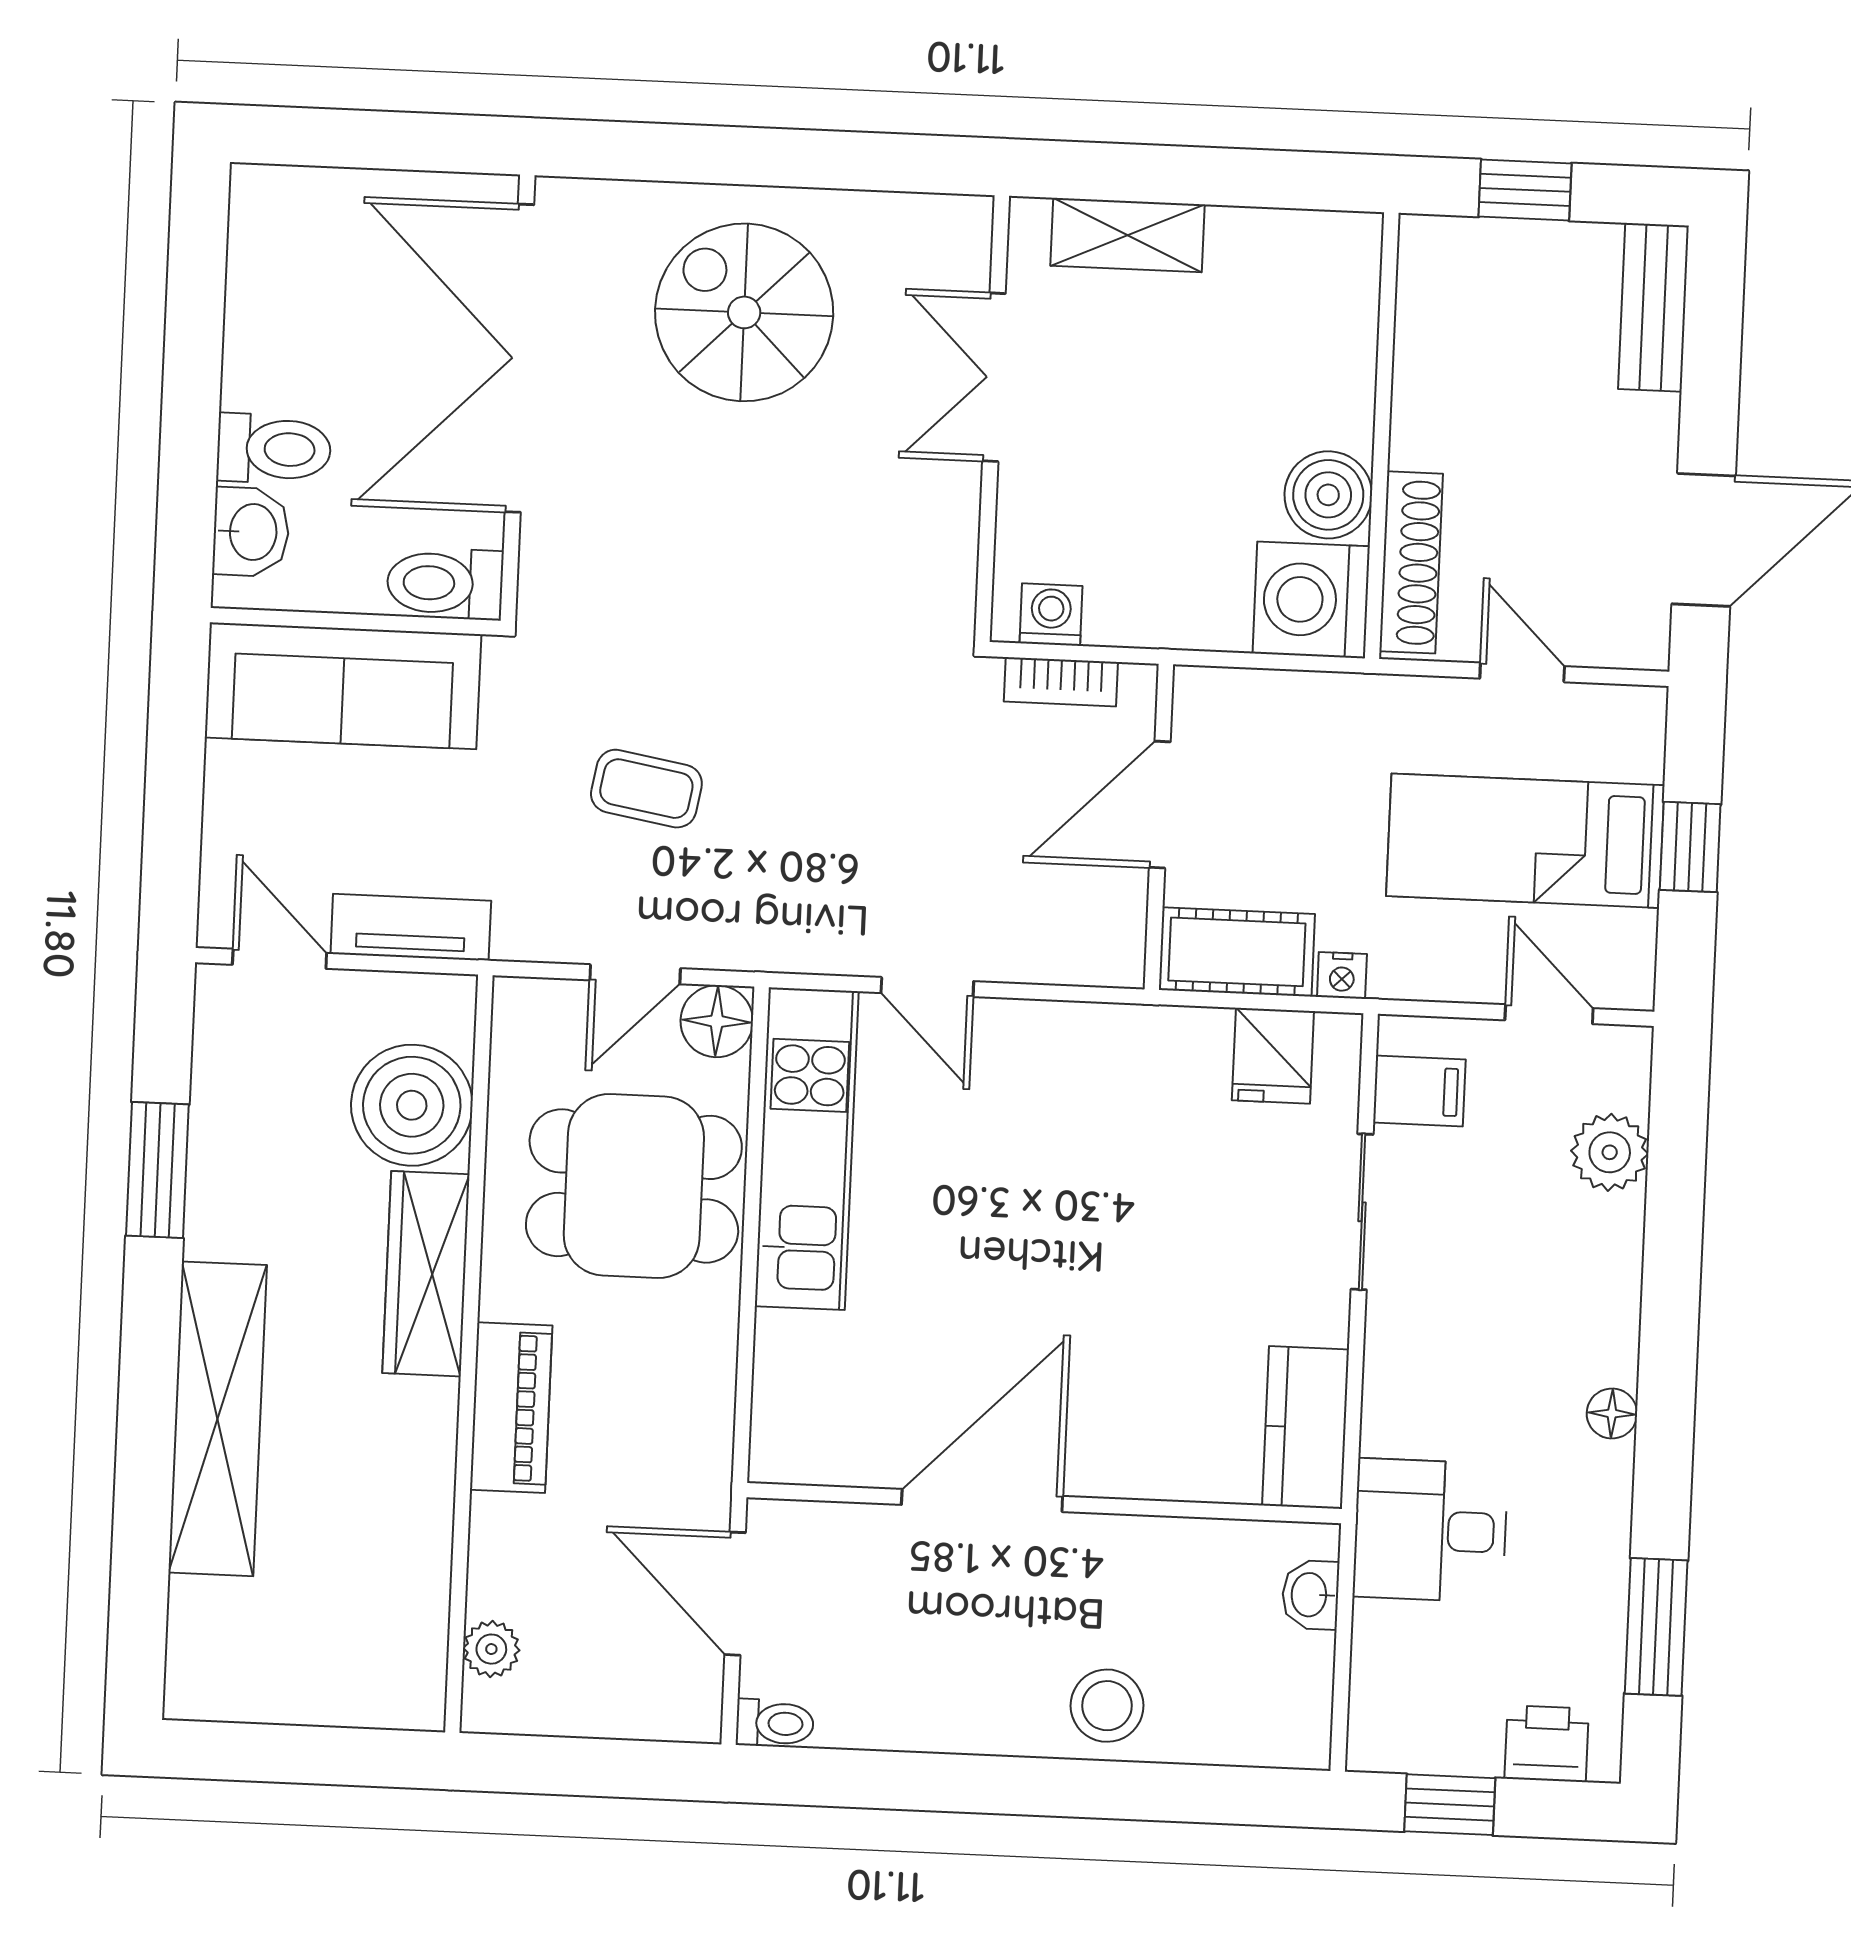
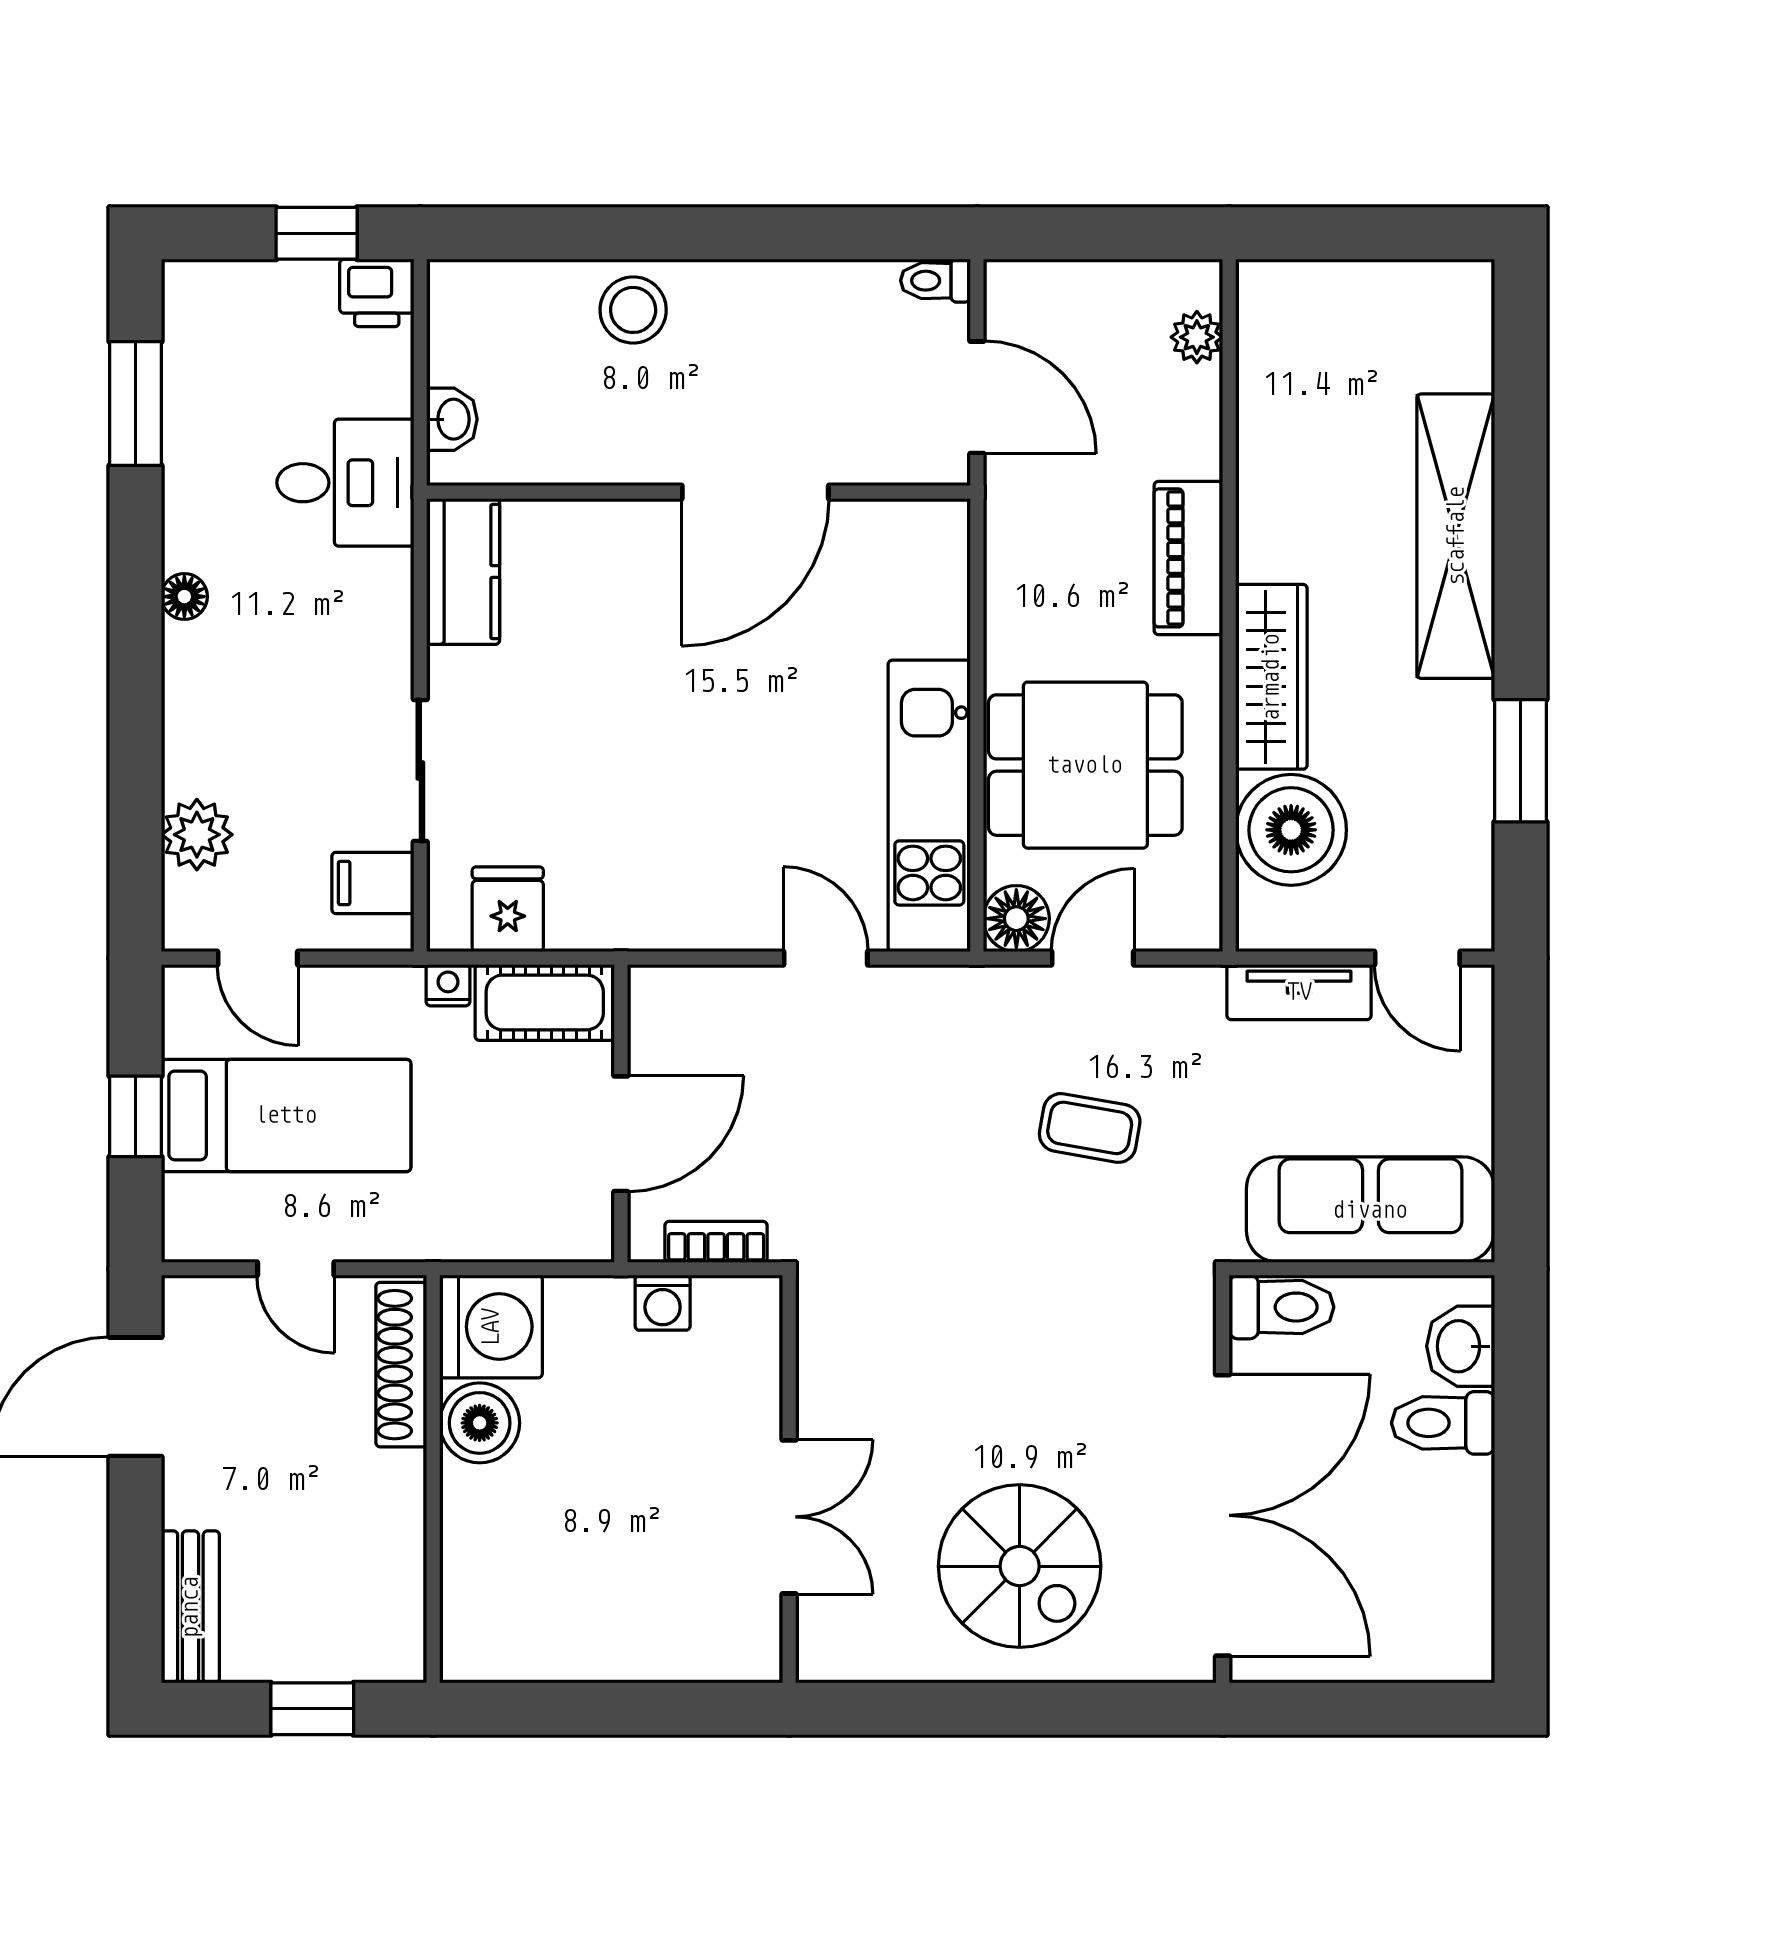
shelving: (1127, 235) -> (673, 1652), removed
washing machine: (1051, 615) -> (663, 1303), moved
printer: (1547, 1744) -> (377, 293), moved

